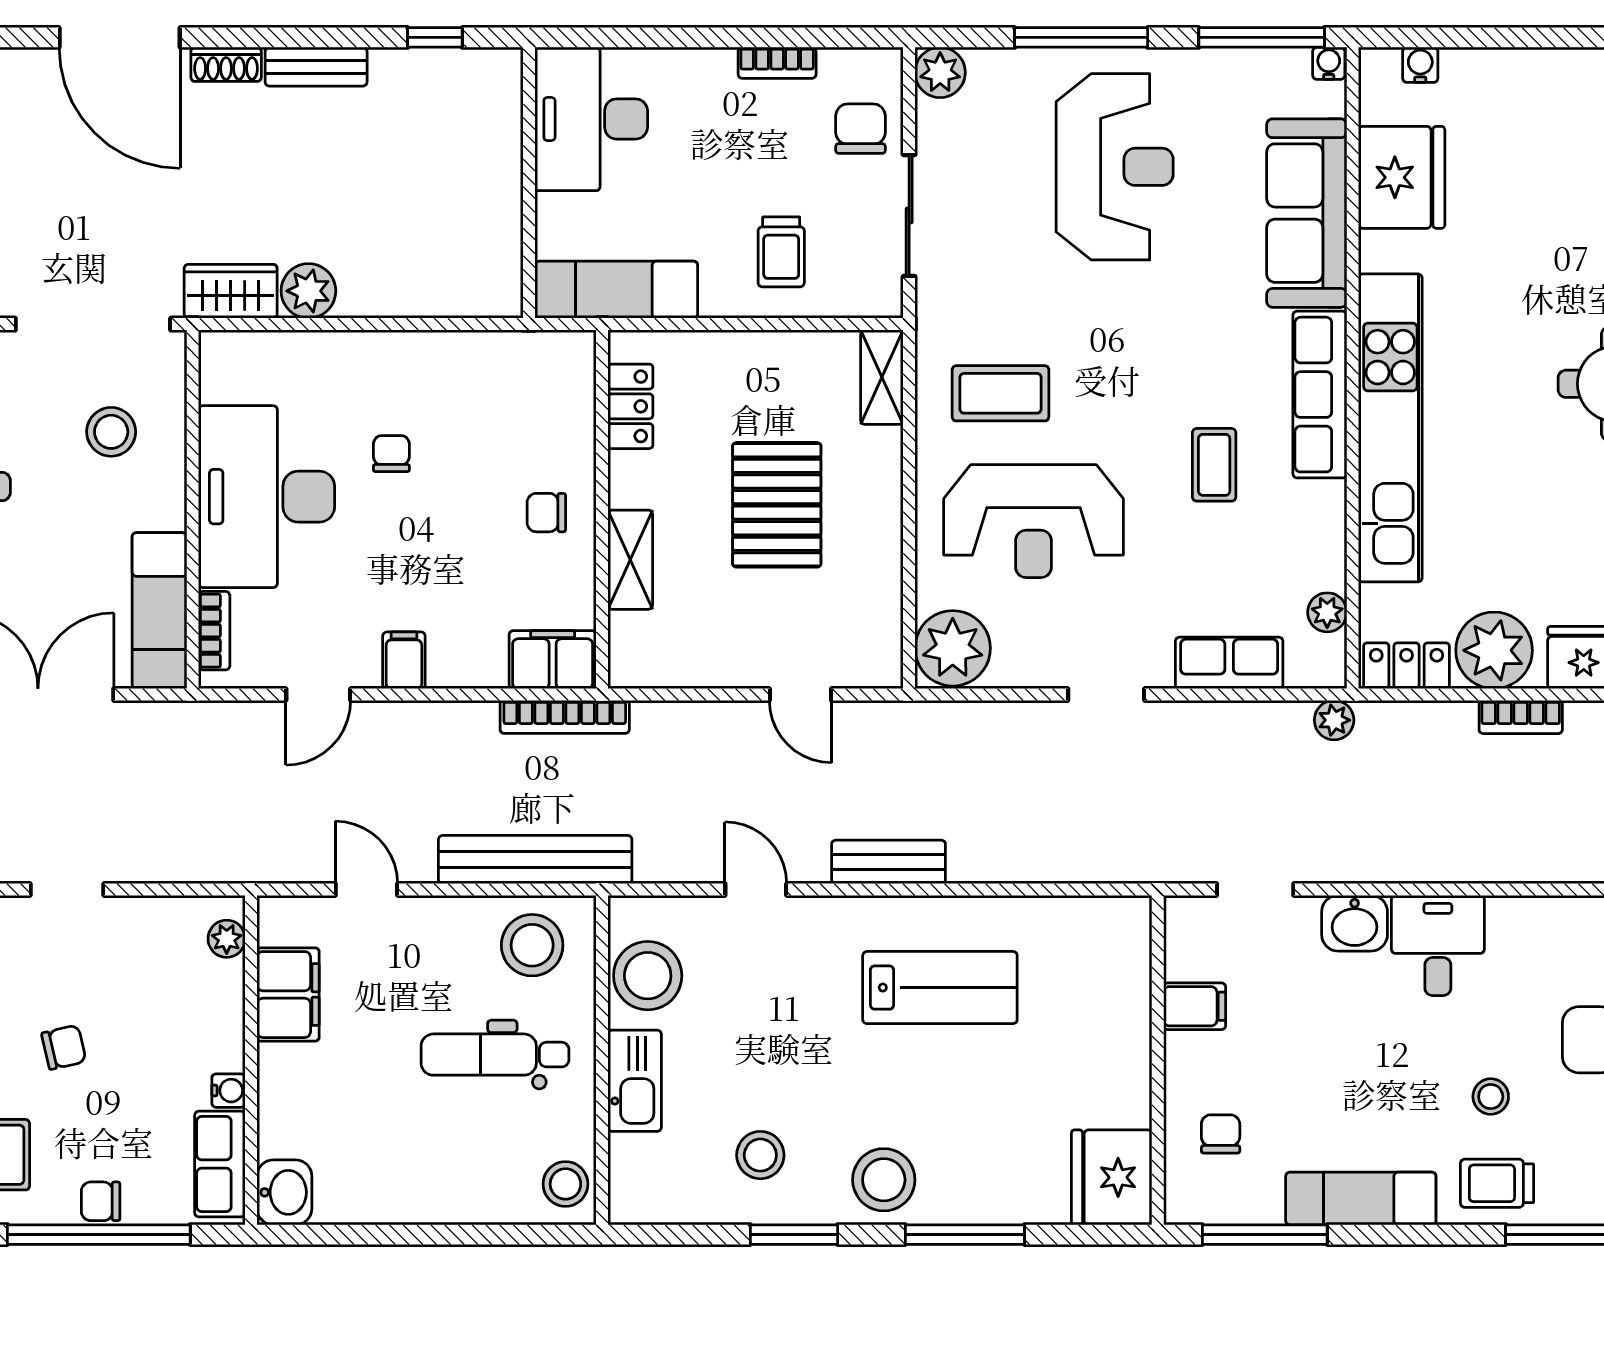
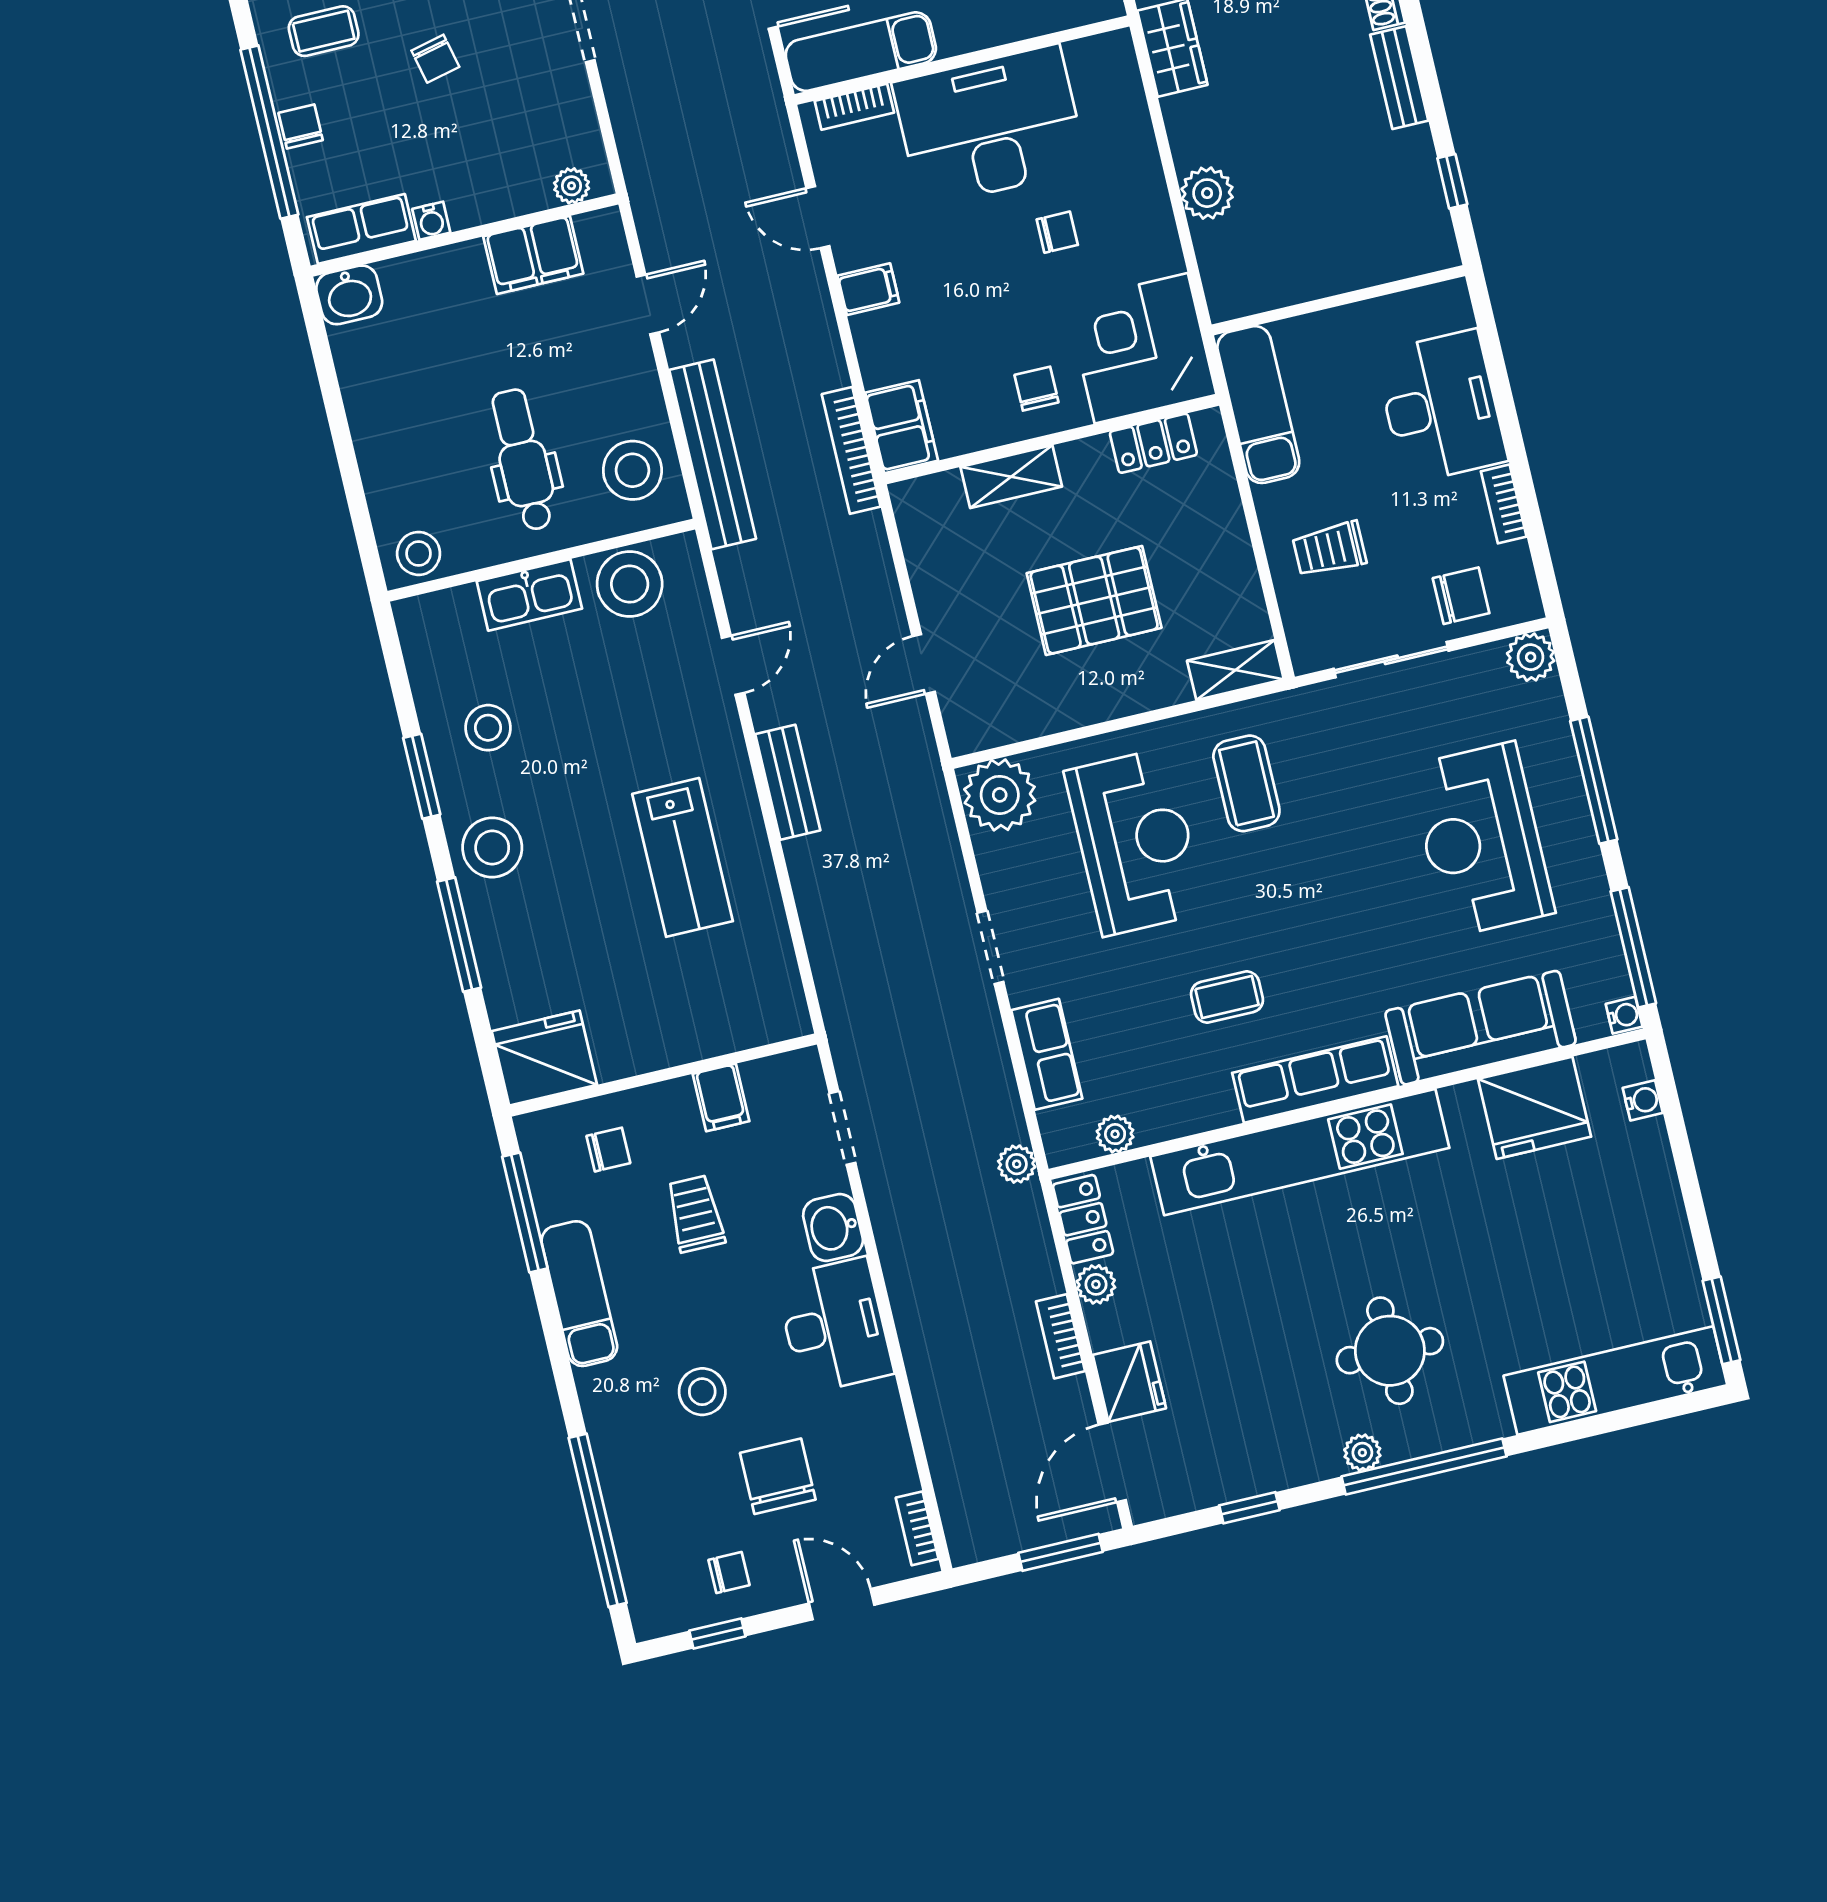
desk: (591, 119) -> (1441, 407), moved, turned 90
reception desk: (1115, 167) -> (1481, 839), turned 90
plant: (308, 291) -> (1207, 193), moved
corner desk: (530, 396) -> (1141, 348), added
reception desk: (1034, 521) -> (1135, 842), turned 180
plant: (1494, 650) -> (1096, 1284), width x0.53, depth x0.53
desk: (1438, 945) -> (834, 1326), width x1.37
stool: (1491, 1097) -> (702, 1392), width x1.37, depth x1.37
trolley: (1497, 1183) -> (695, 1214), moved

